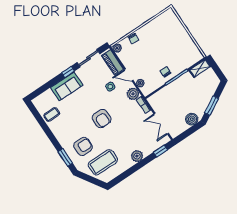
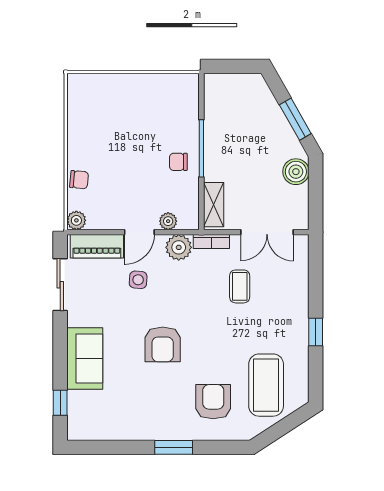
shelving: (200, 68) -> (214, 205), moved
window: (68, 72) -> (60, 403), moved
coffee table: (52, 114) -> (240, 286), moved
armchair: (102, 119) -> (163, 344), moved, turned 90
window: (161, 151) -> (316, 332), moved
plant: (137, 156) -> (296, 316), removed
window: (65, 157) -> (174, 447), moved

